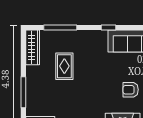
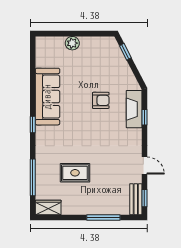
wardrobe: (33, 47) -> (48, 207), width x0.67
armchair: (131, 90) -> (101, 100), turned -90

